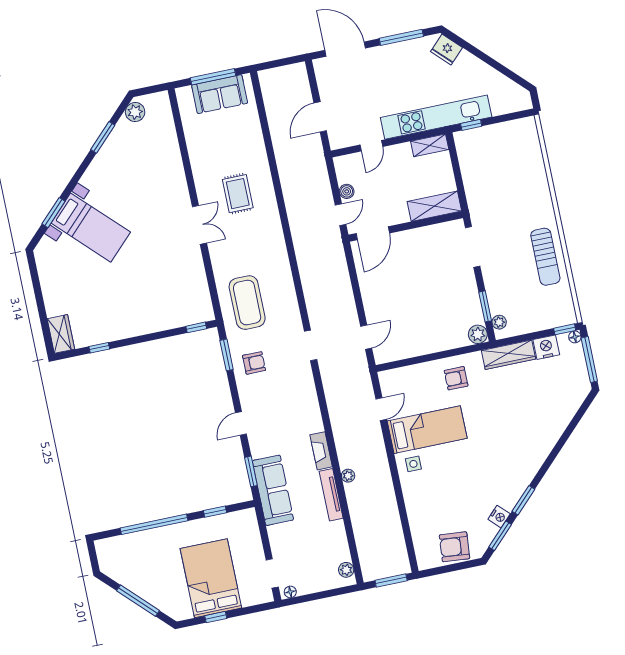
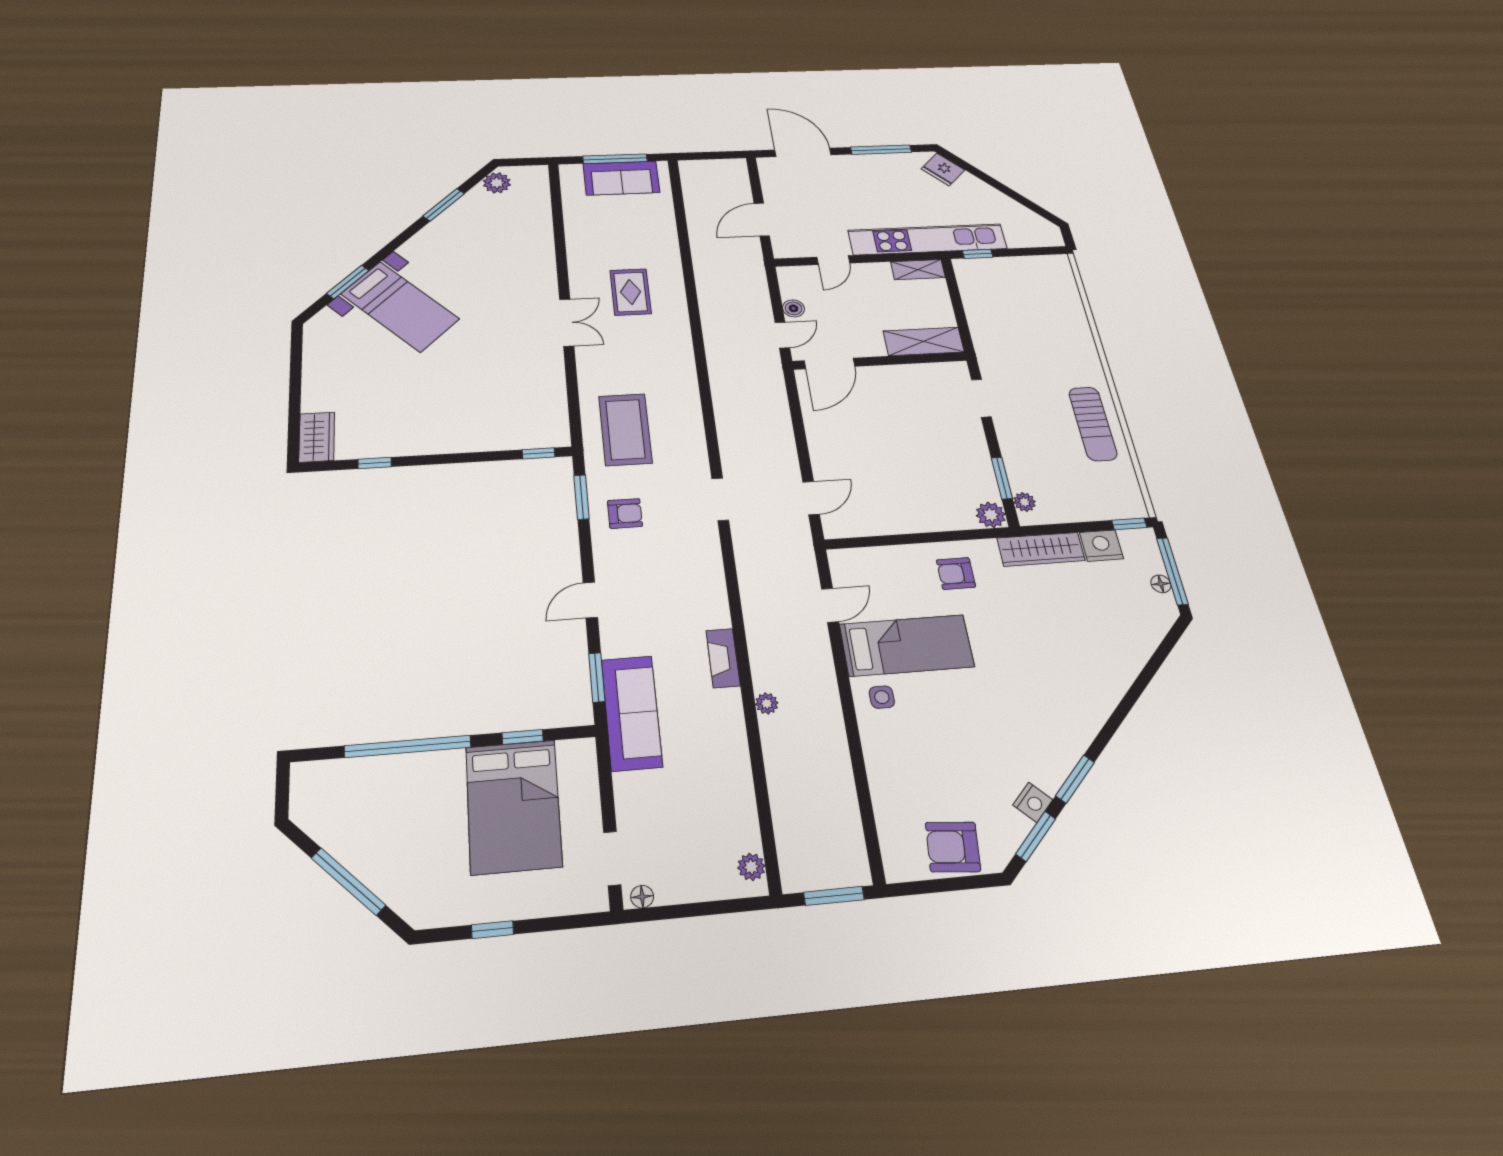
doorway: (473, 247) -> (981, 398), width x0.73
floor lamp: (575, 337) -> (1161, 584), moved
tv unit: (331, 495) -> (734, 732), removed
bed: (211, 578) -> (513, 806), moved, turned 180

